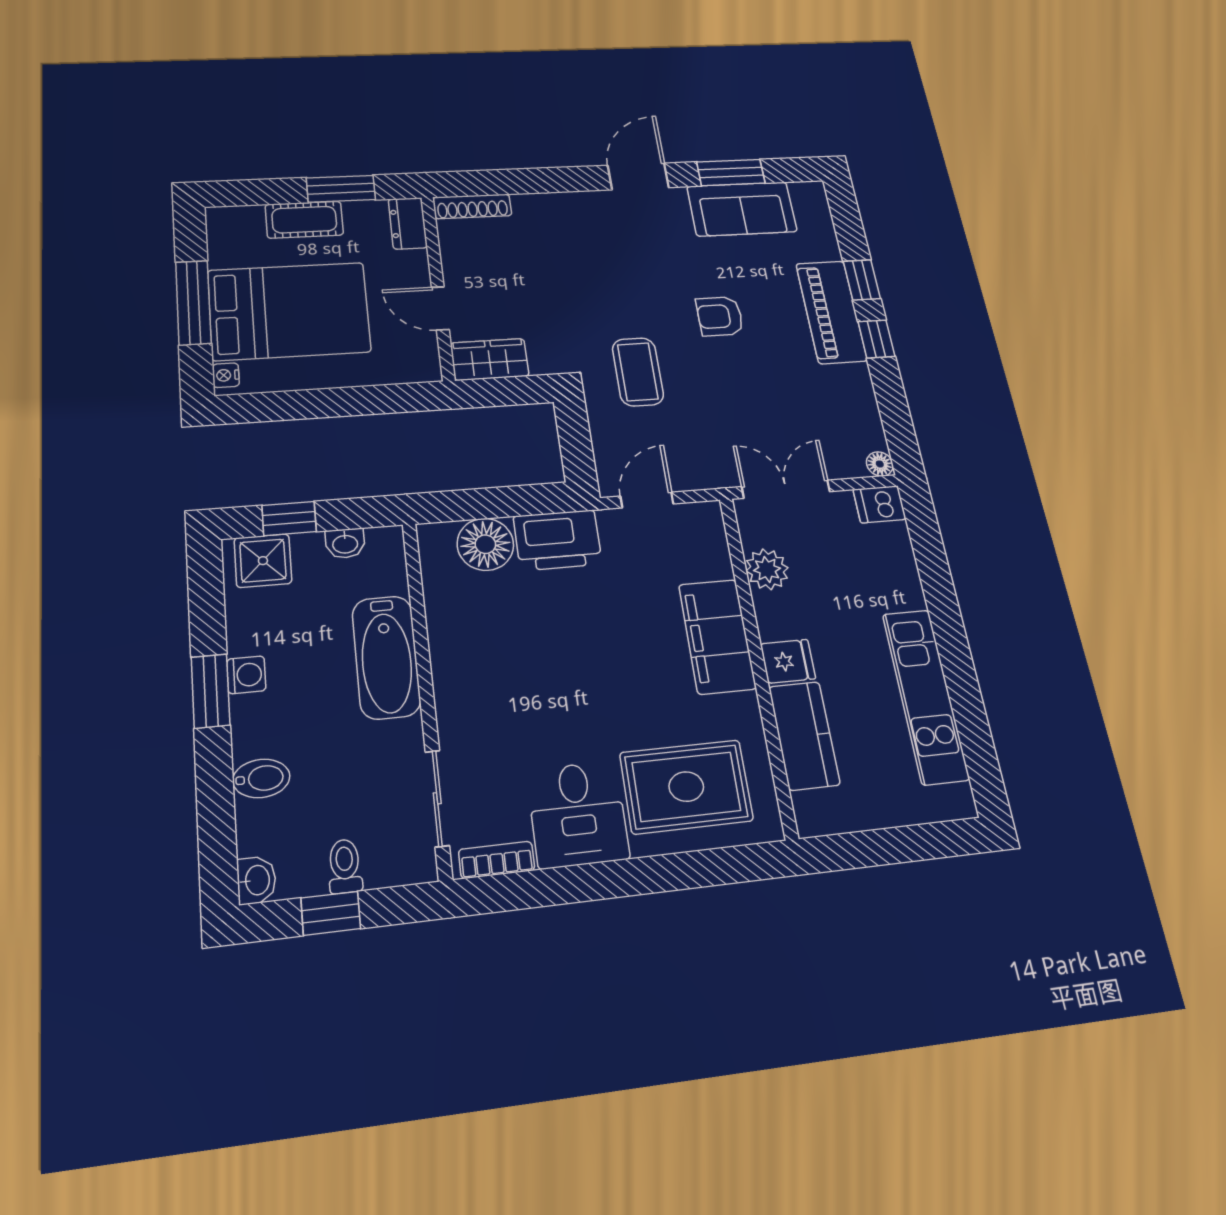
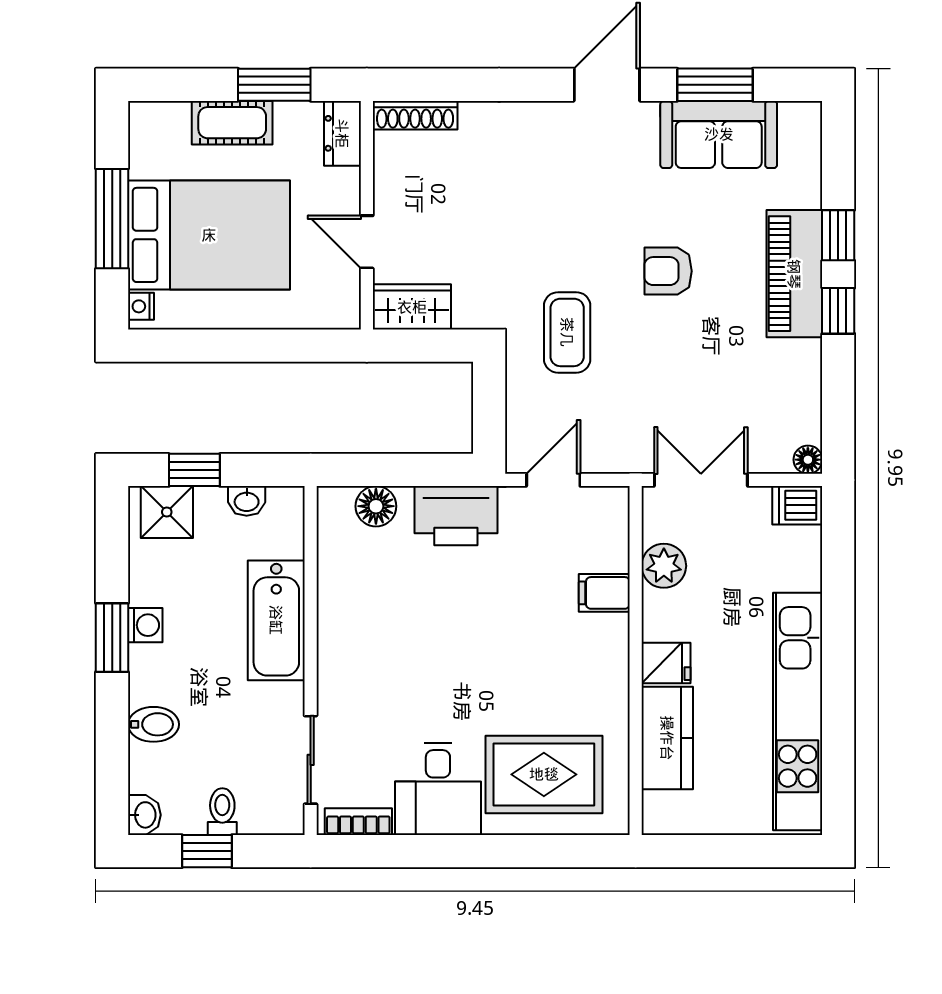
floor lamp: (485, 544) -> (376, 506), width x0.73, depth x0.73
filing cabinet: (717, 636) -> (604, 593), width x0.33, depth x0.86
kitchen unit: (925, 696) -> (798, 712), width x1.36

